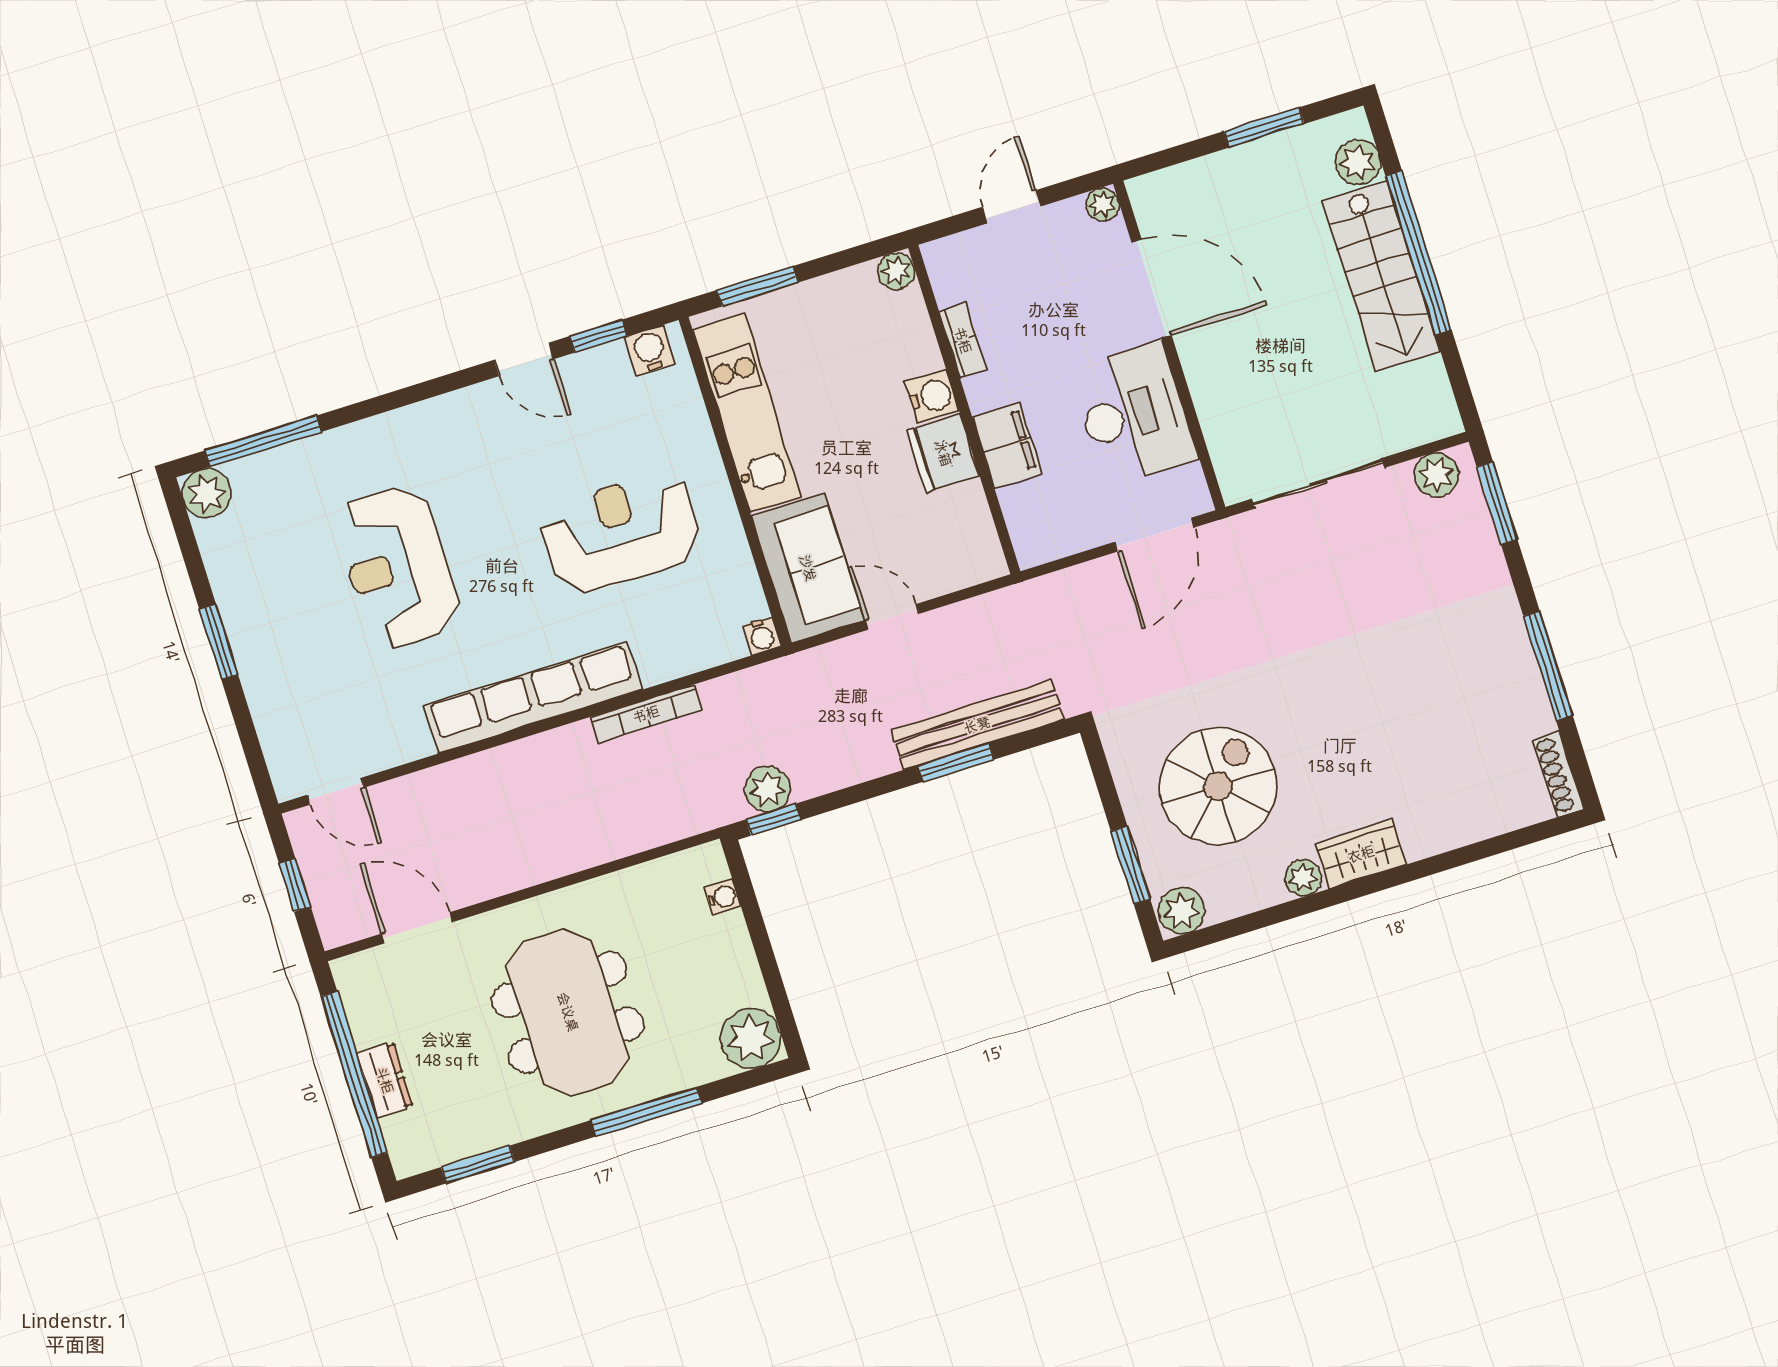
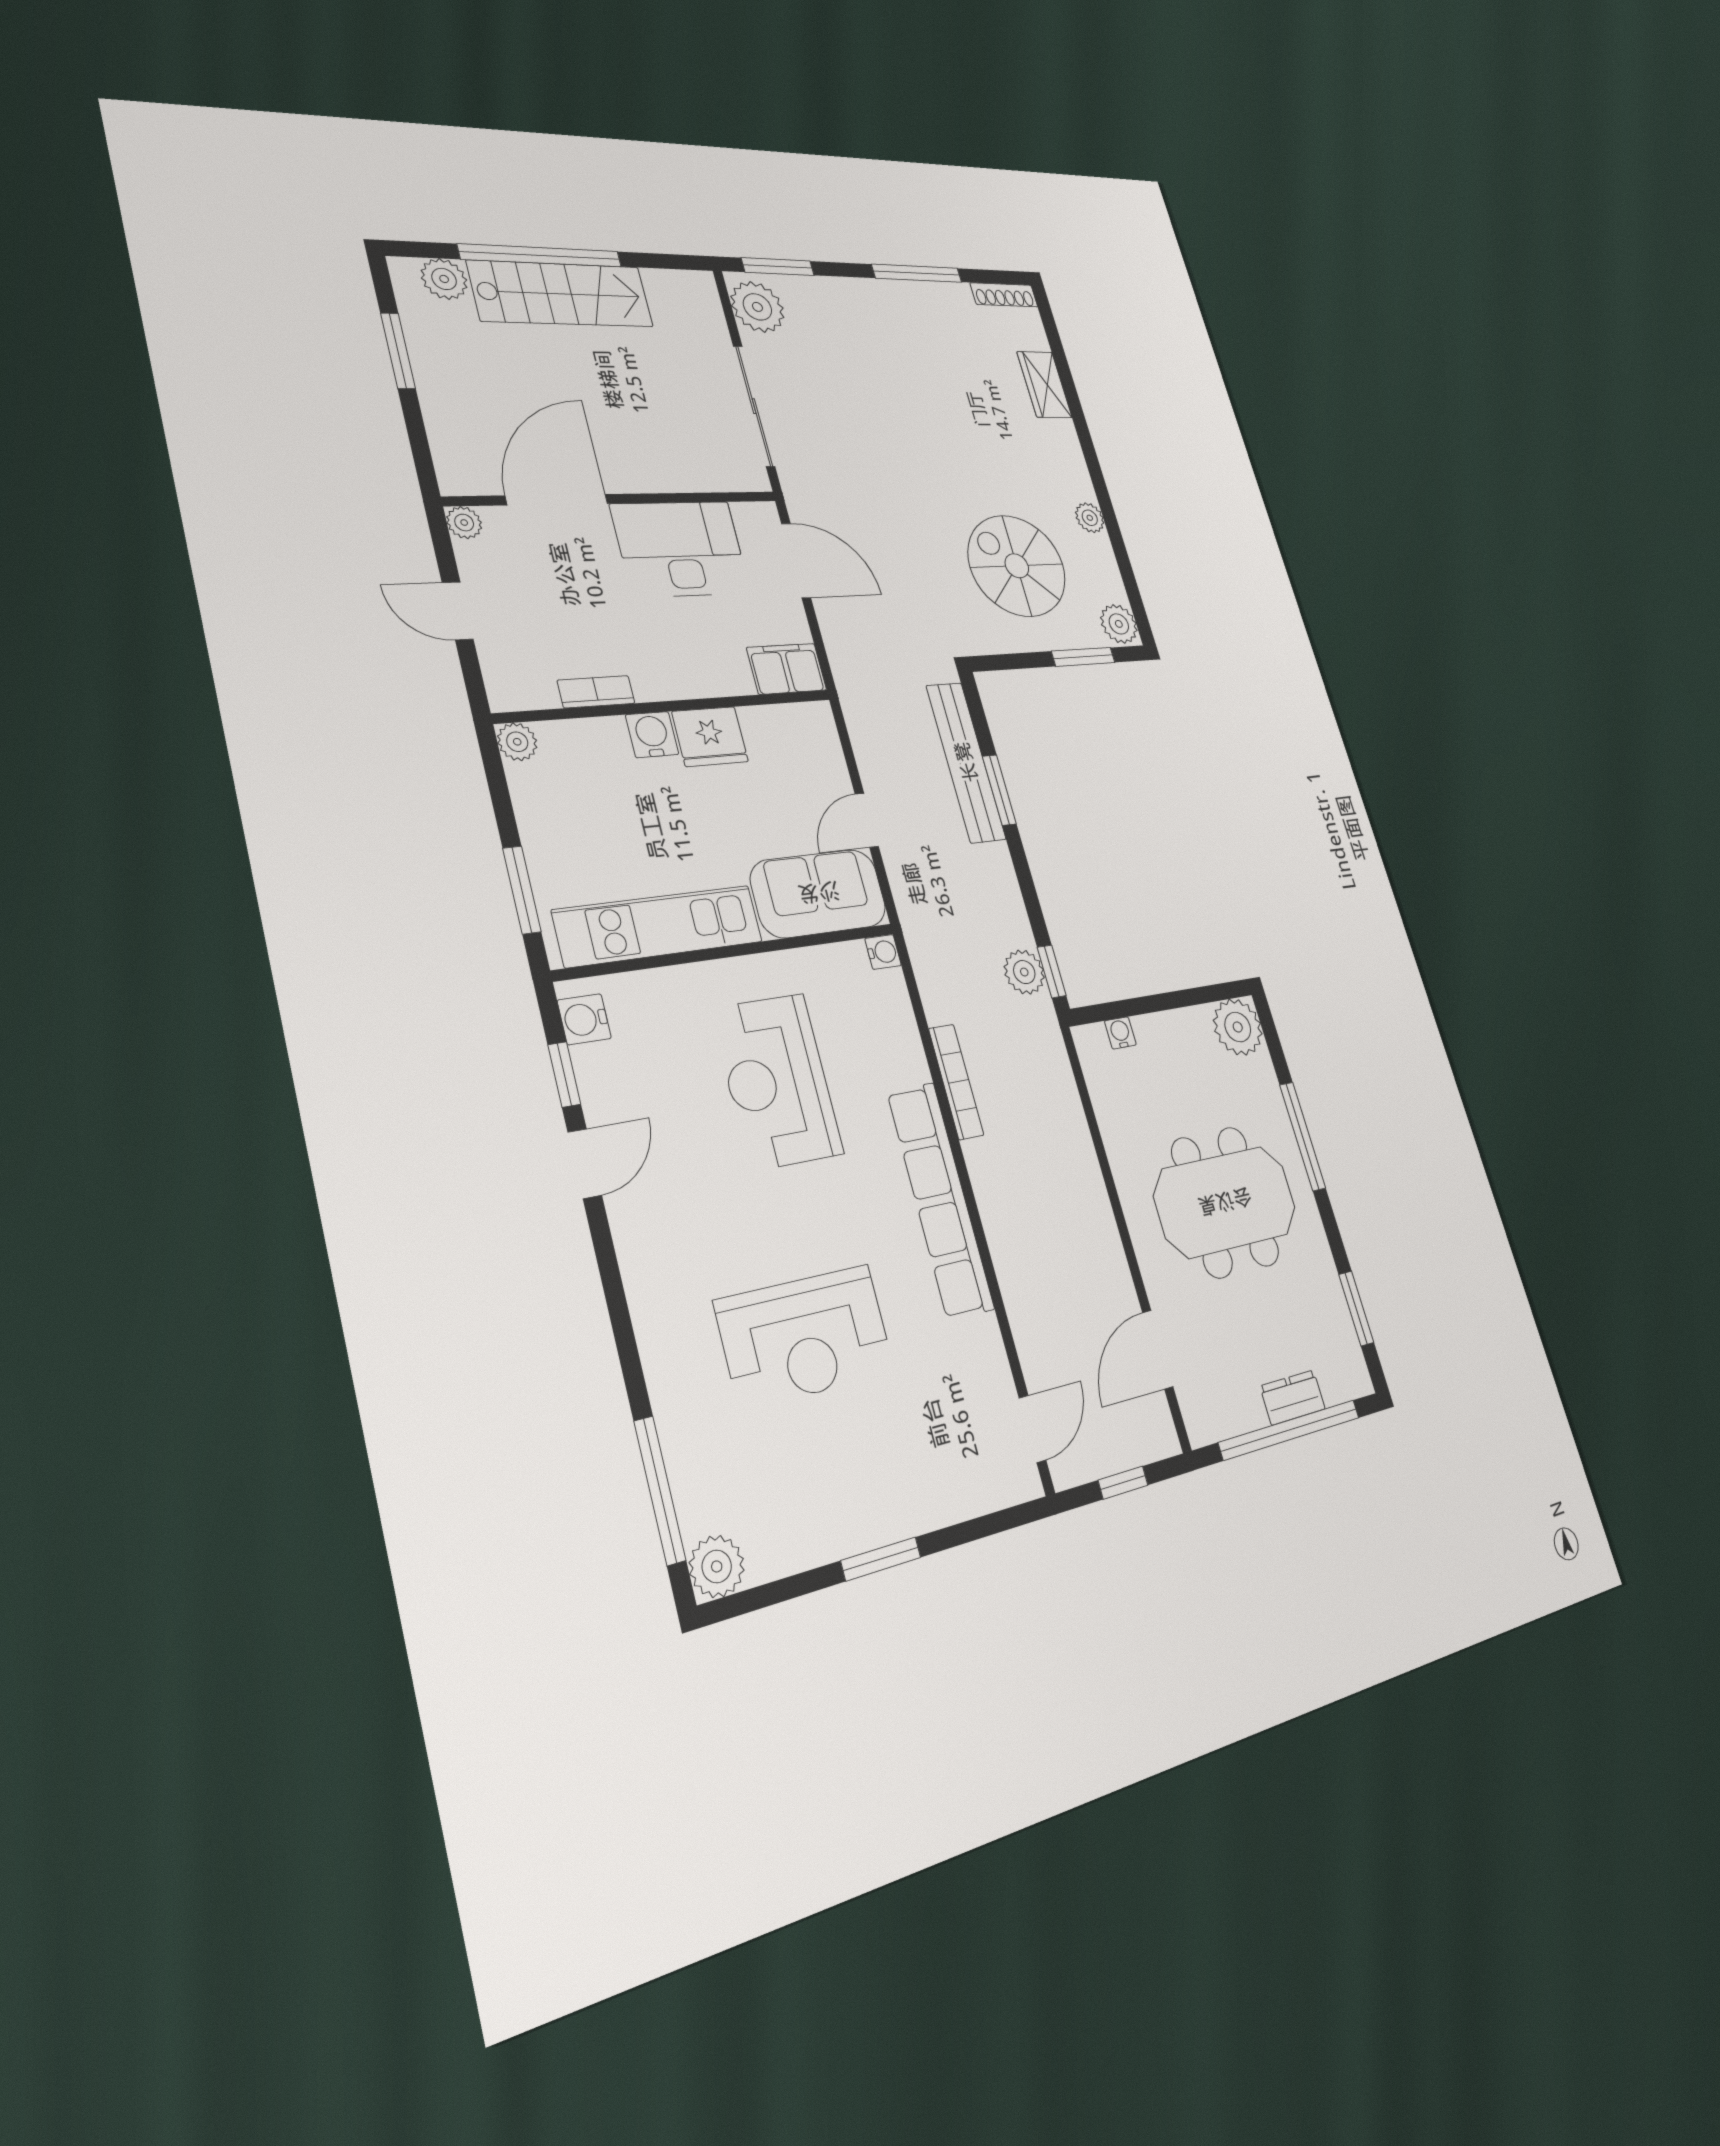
filing cabinet: (1007, 445) -> (787, 669), moved
plant: (1436, 475) -> (757, 307), width x1.36, depth x1.36
wardrobe: (1361, 854) -> (1044, 385), moved

